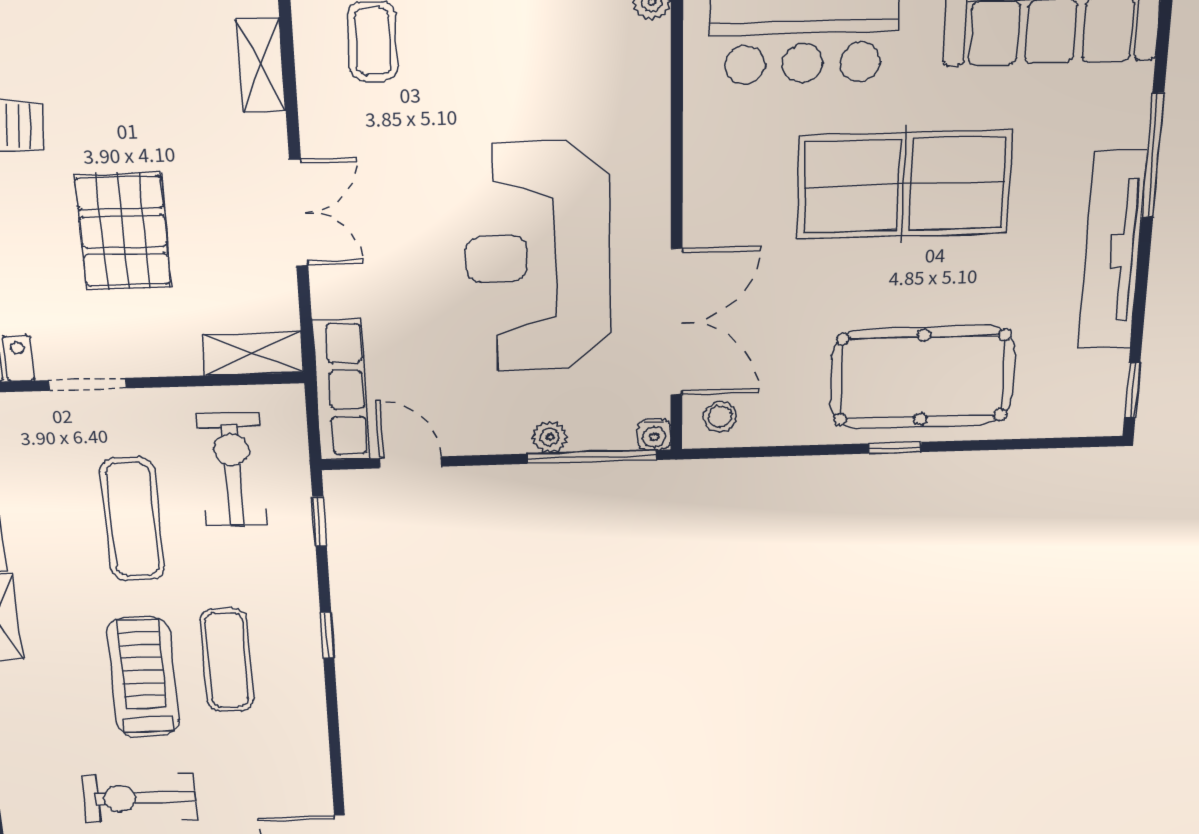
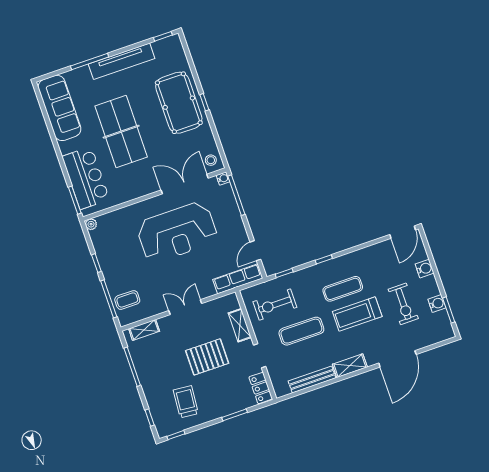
shelving: (253, 353) -> (240, 325), moved
plant: (550, 437) -> (234, 210), removed

